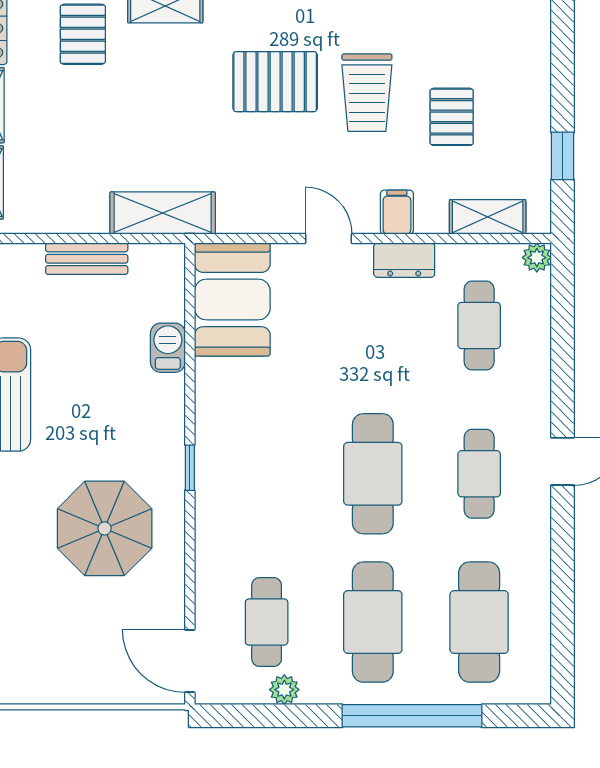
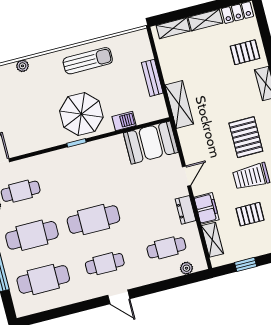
filing cabinet: (397, 212) -> (206, 208), width x2.00
plant: (537, 258) -> (186, 268), moved
parasol: (105, 528) -> (81, 114), moved

